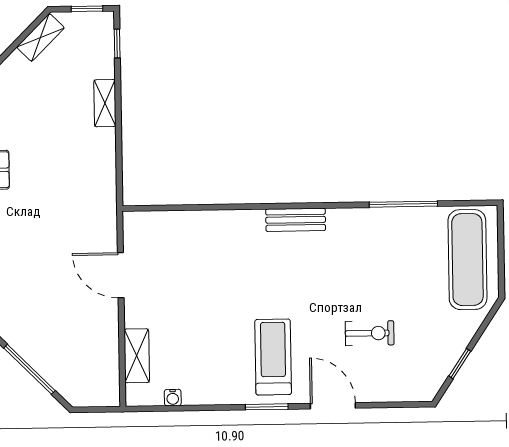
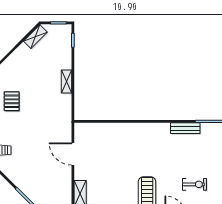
shelving: (105, 103) -> (66, 82), moved
bench: (296, 220) -> (185, 128), moved

